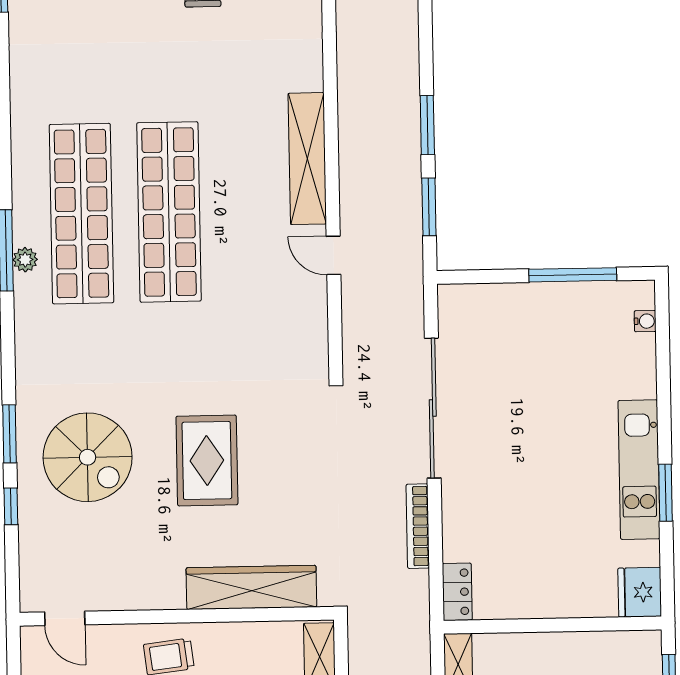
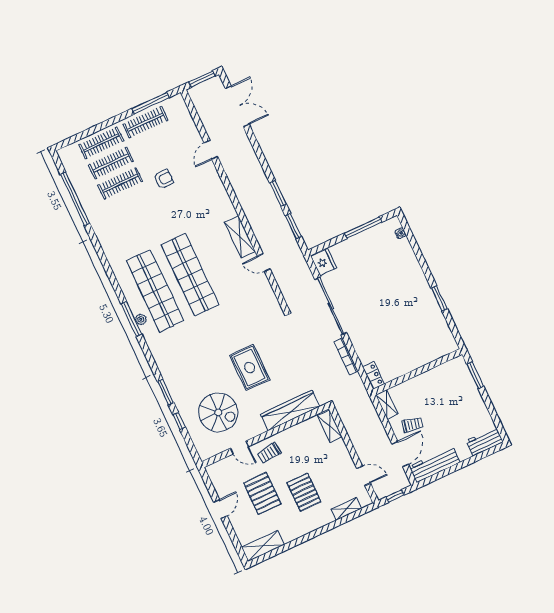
shelving: (307, 159) -> (240, 237), width x0.68
spiral stairs: (88, 457) -> (218, 412), moved
kitchen unit: (639, 470) -> (425, 294), removed
fridge: (640, 592) -> (324, 262), moved, turned 180
door: (65, 618) -> (239, 447), moved

